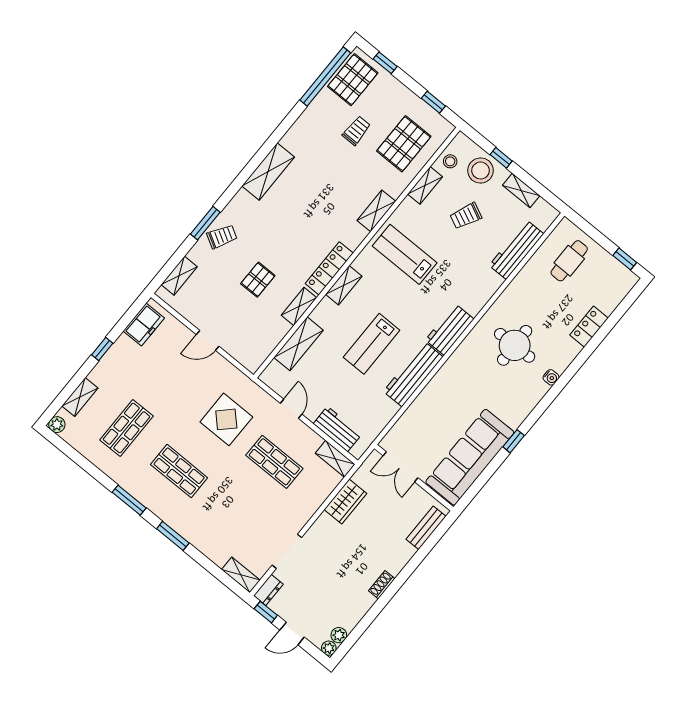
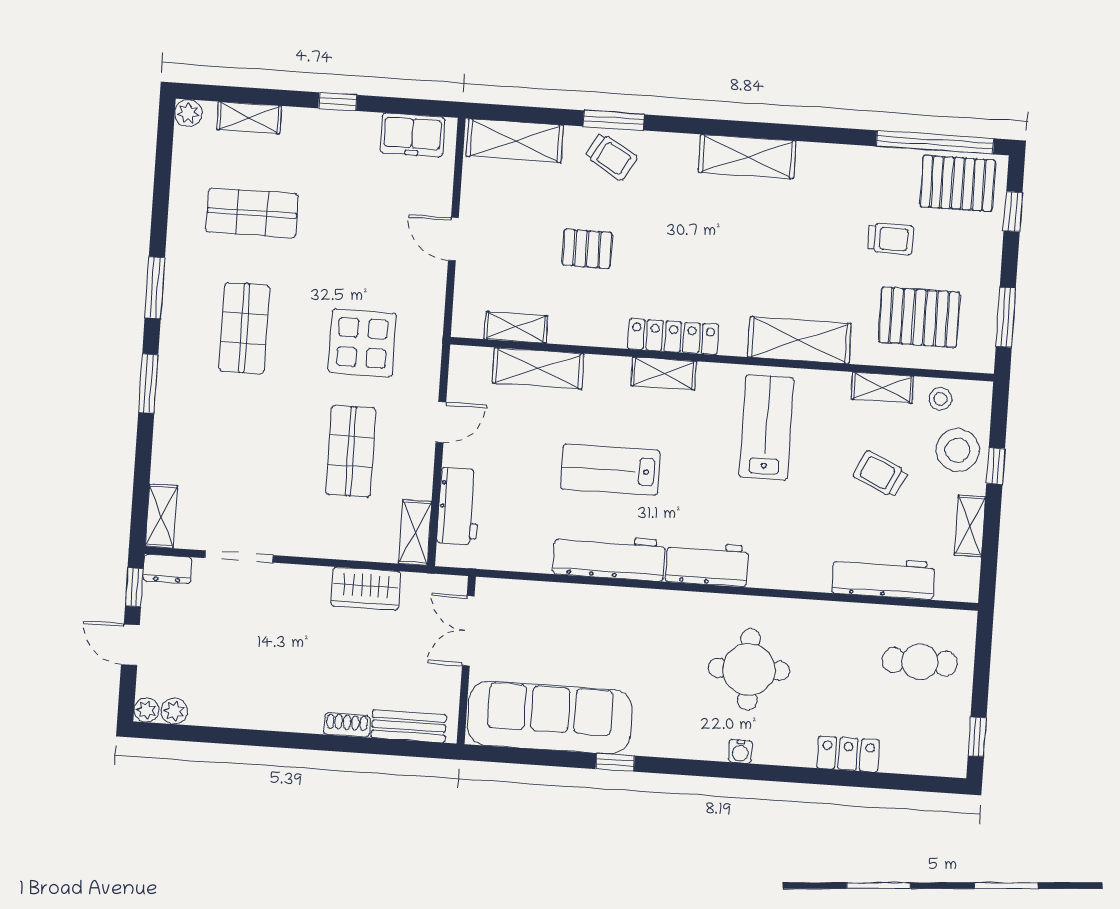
window: (433, 102) -> (1006, 317), width x1.50
shelving: (376, 211) -> (799, 340), width x1.50, depth x1.33
shelving: (179, 276) -> (515, 141), width x1.50, depth x1.33
shelving: (299, 306) -> (516, 327), moved
shoe rack: (382, 585) -> (347, 725), moved

